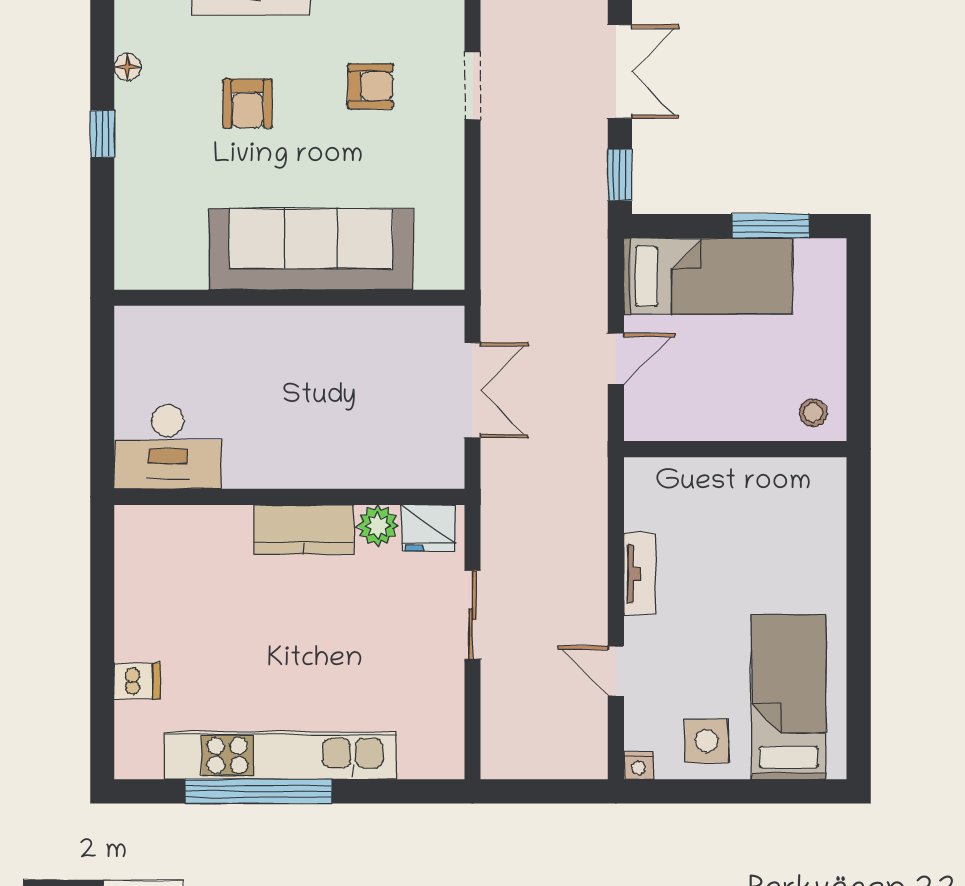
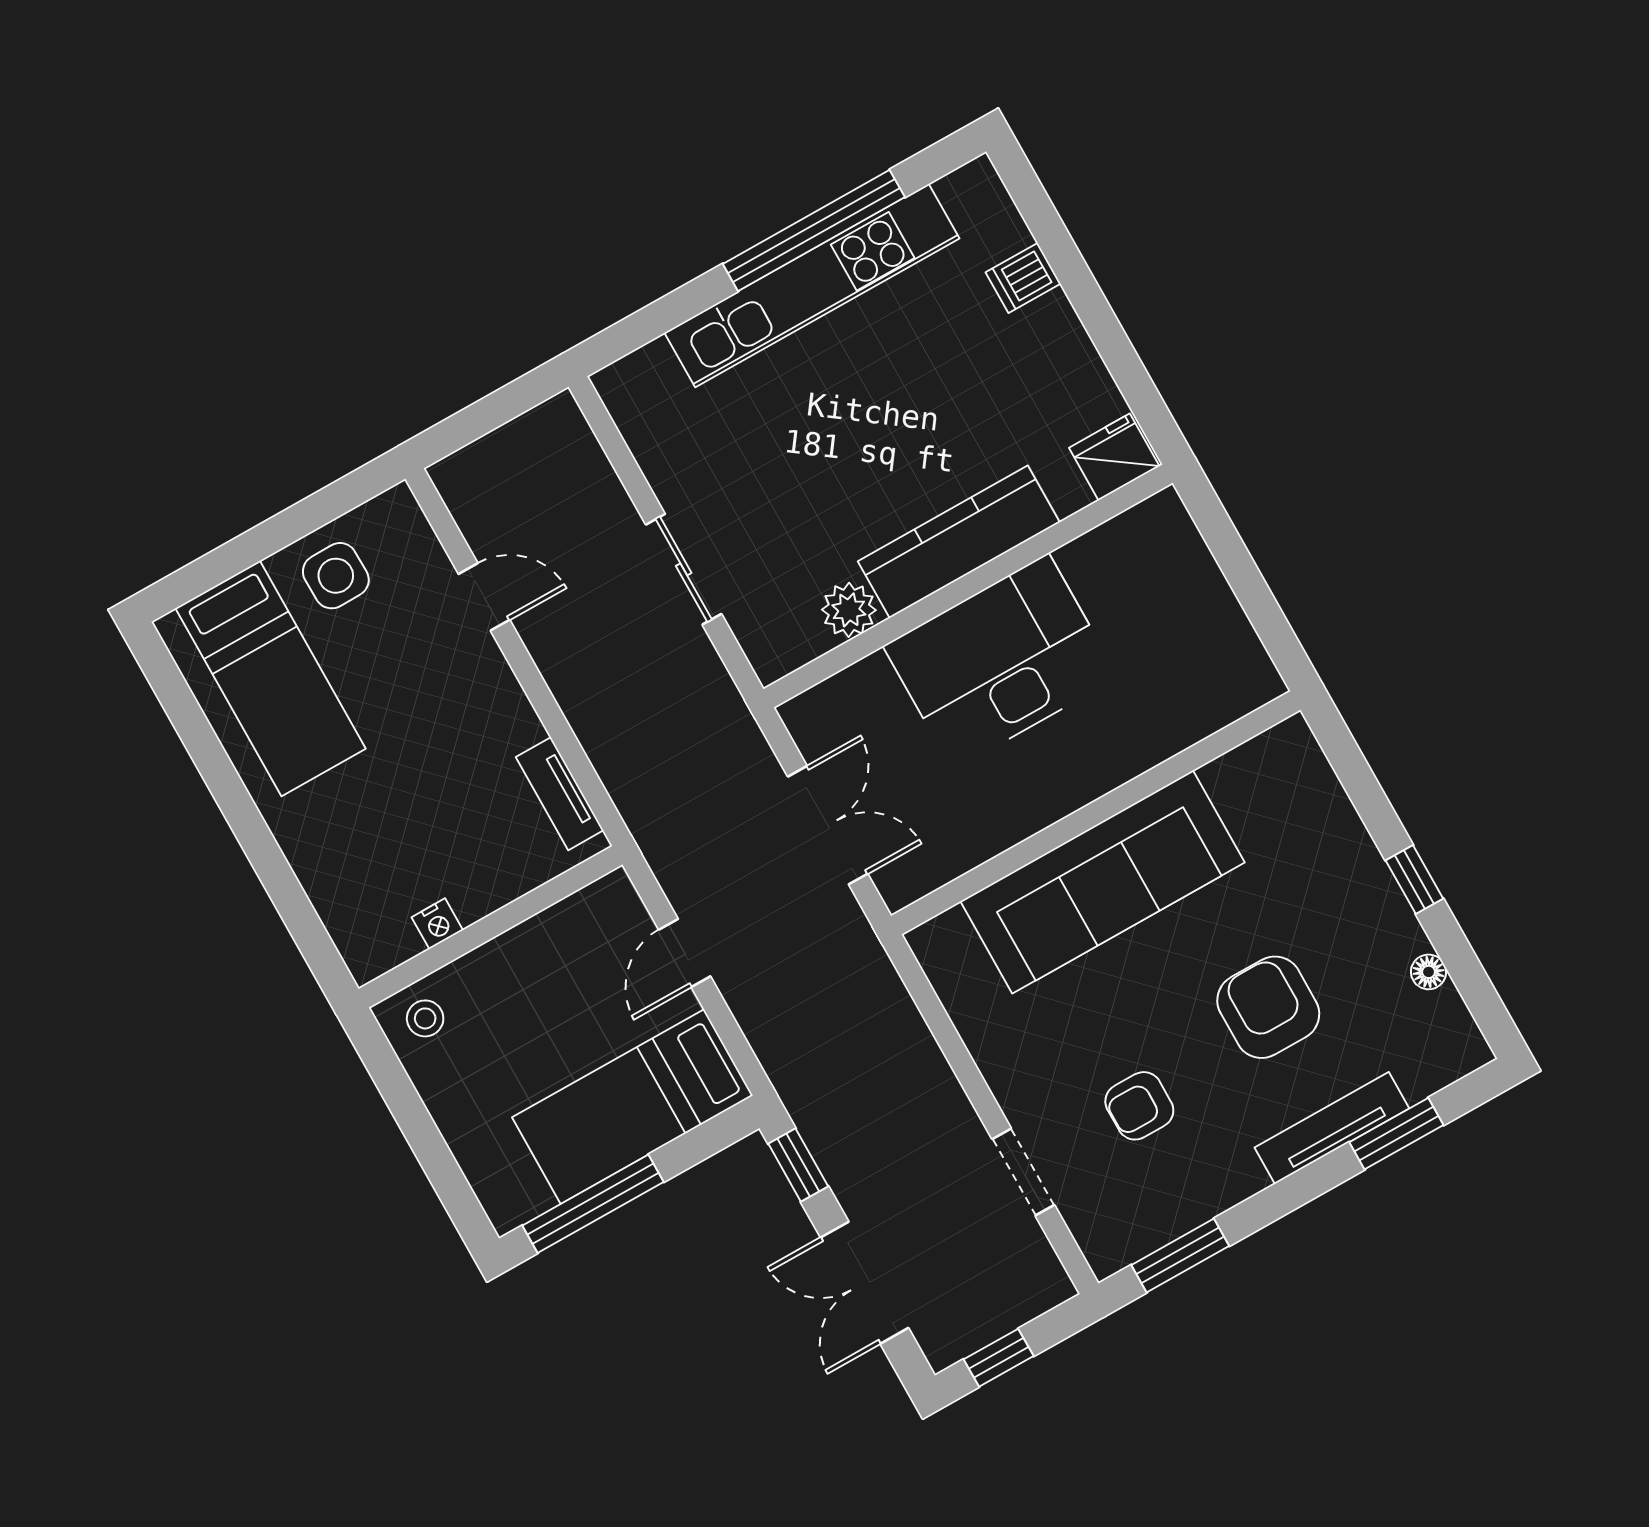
armchair: (248, 104) -> (1268, 1007), width x1.38, depth x1.38
window: (771, 226) -> (593, 1204), width x1.44
double door: (473, 390) -> (828, 825), swing flipped
desk: (168, 447) -> (1001, 662), moved, width x1.36, depth x1.30
fridge: (429, 528) -> (1114, 457), moved
kitchen counter: (304, 530) -> (959, 542), width x1.50
tv unit: (639, 574) -> (560, 794), moved
nightstand: (639, 765) -> (437, 924), moved, turned 180

